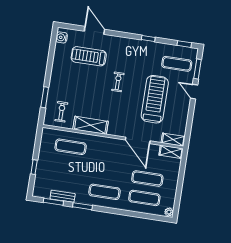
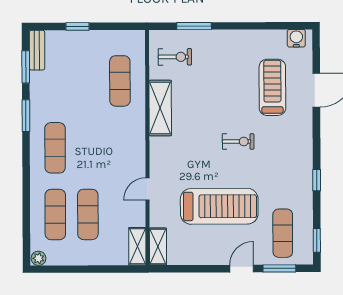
door: (138, 140) -> (148, 189), width x0.53
bench: (63, 196) -> (37, 50), moved

